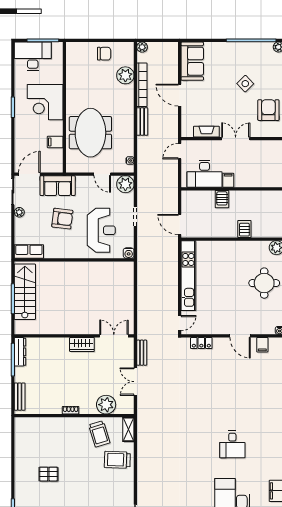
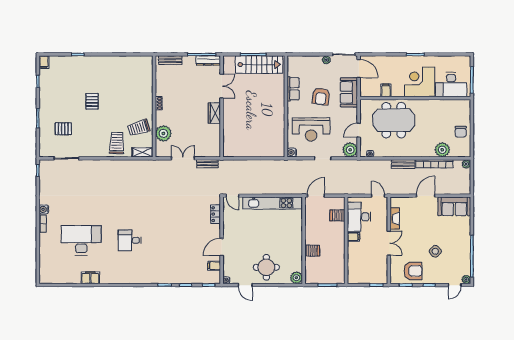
desk: (33, 56) -> (451, 85), moved, turned 90
server rack: (222, 199) -> (337, 215), moved
row of seats: (29, 251) -> (293, 89), moved
double door: (114, 336) -> (222, 86), moved
pallet: (48, 474) -> (92, 101), moved

